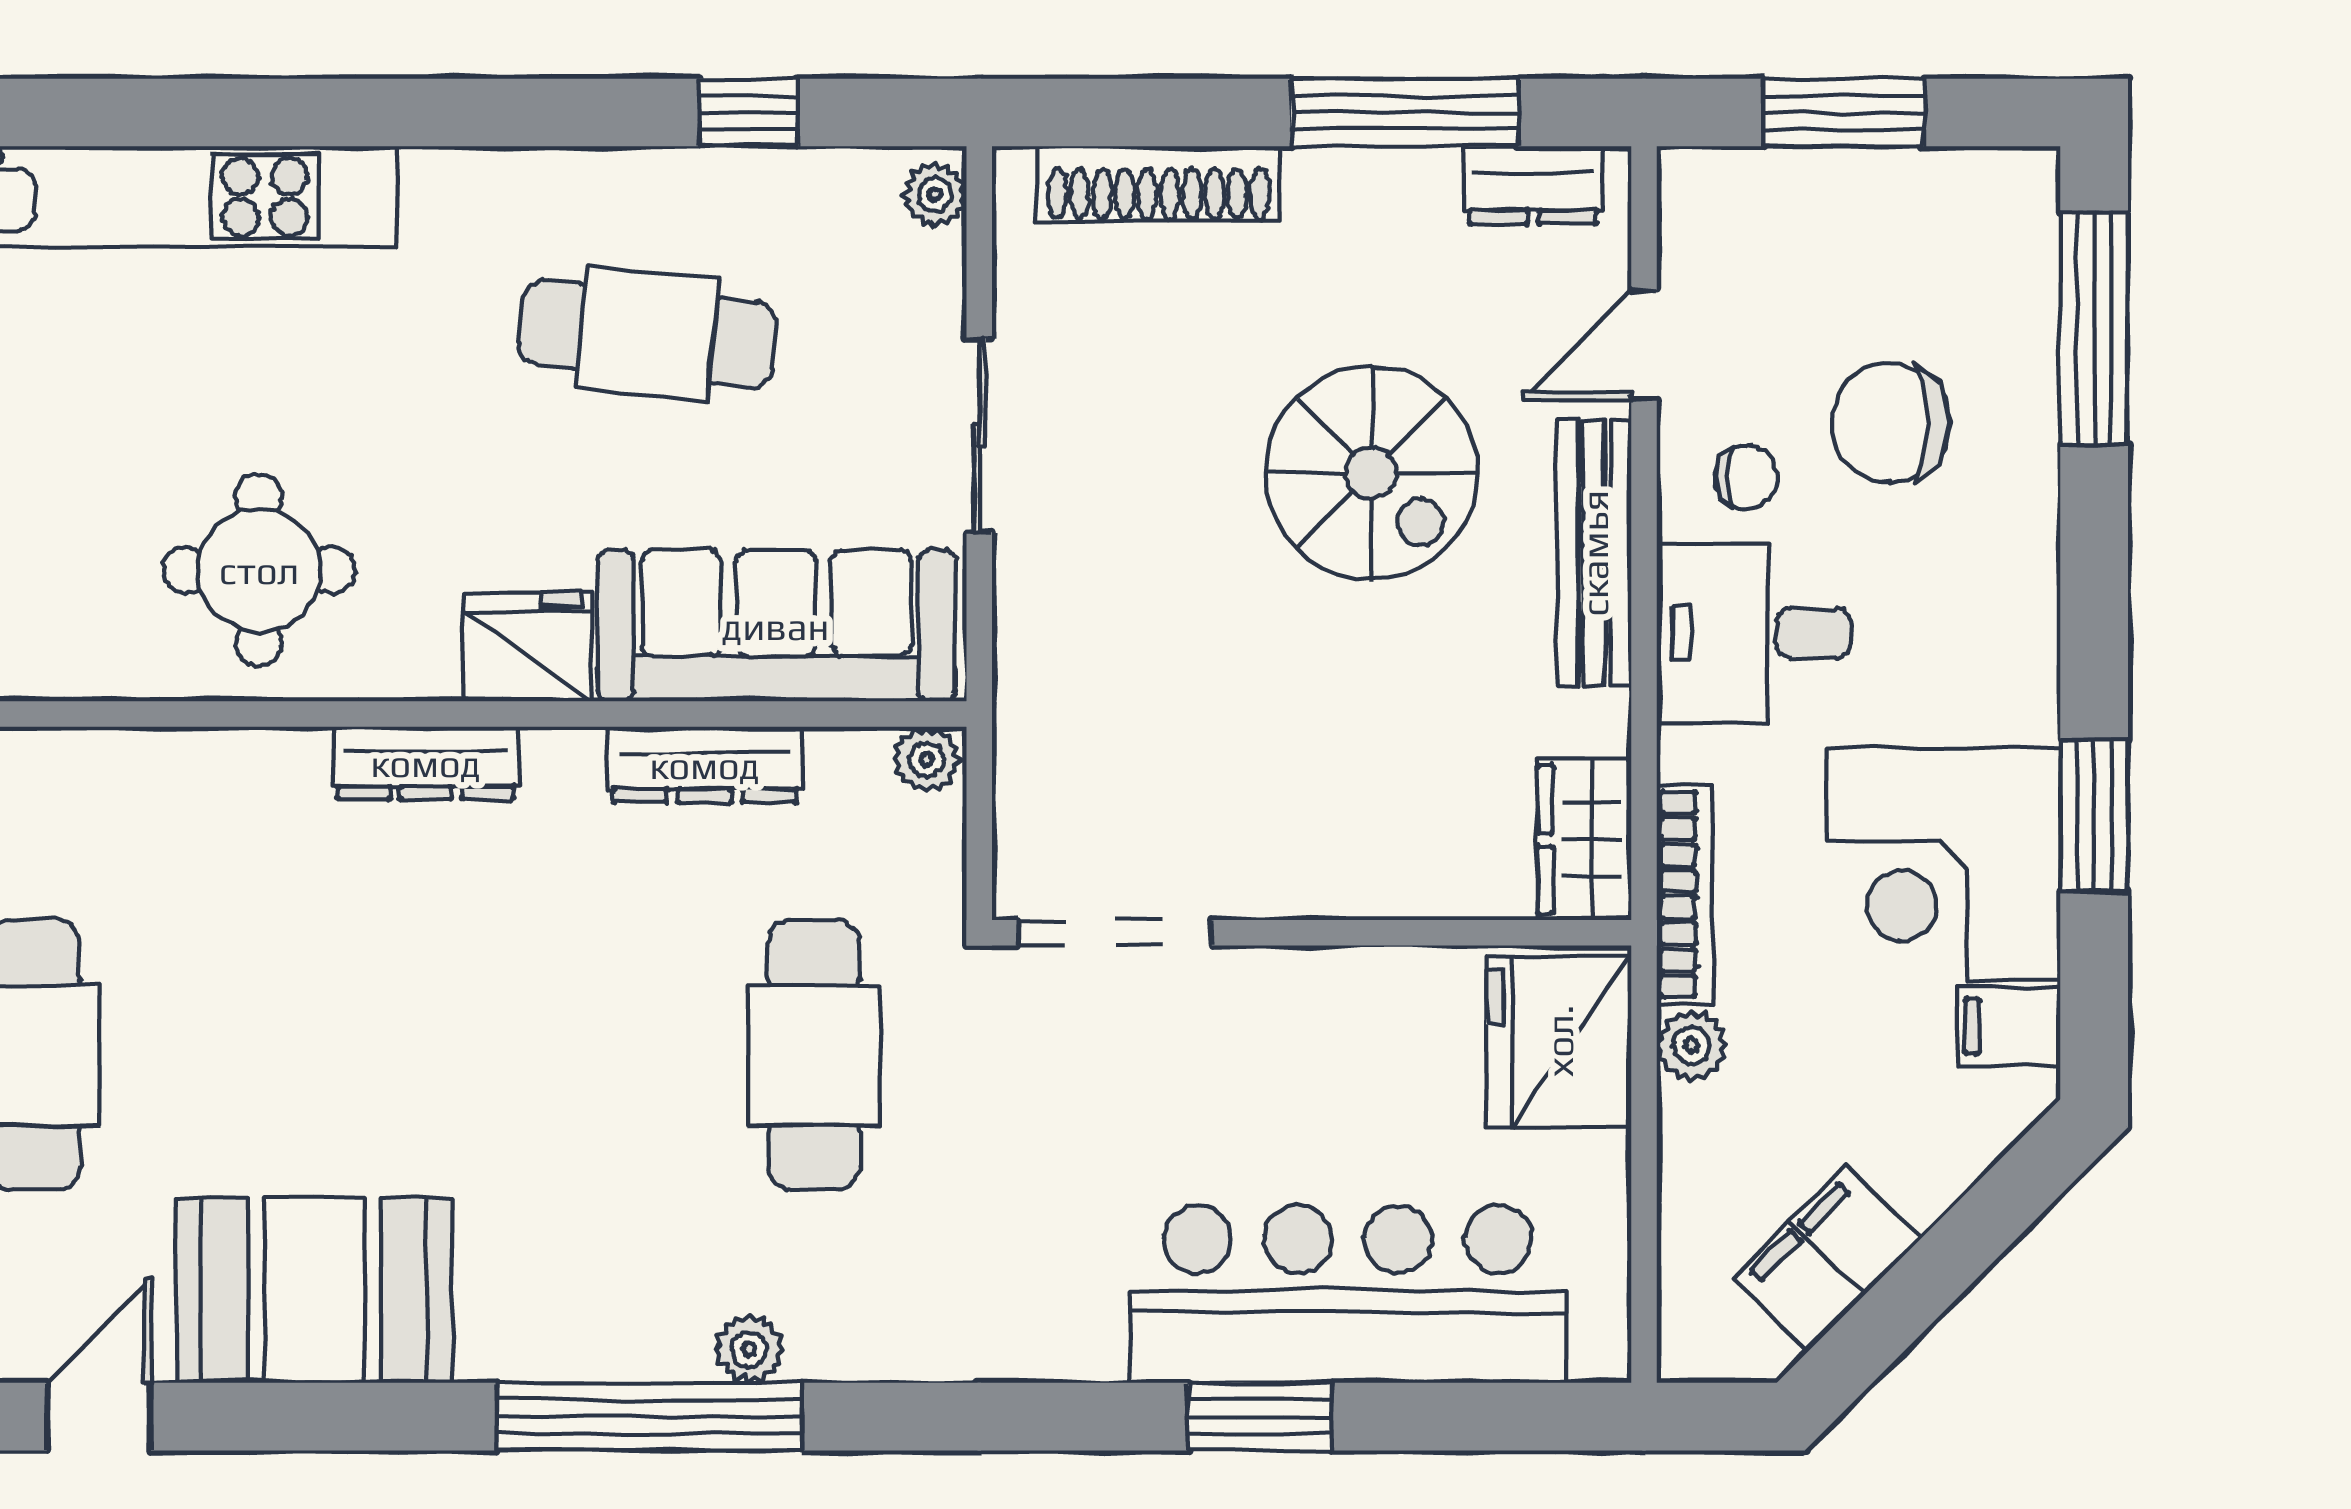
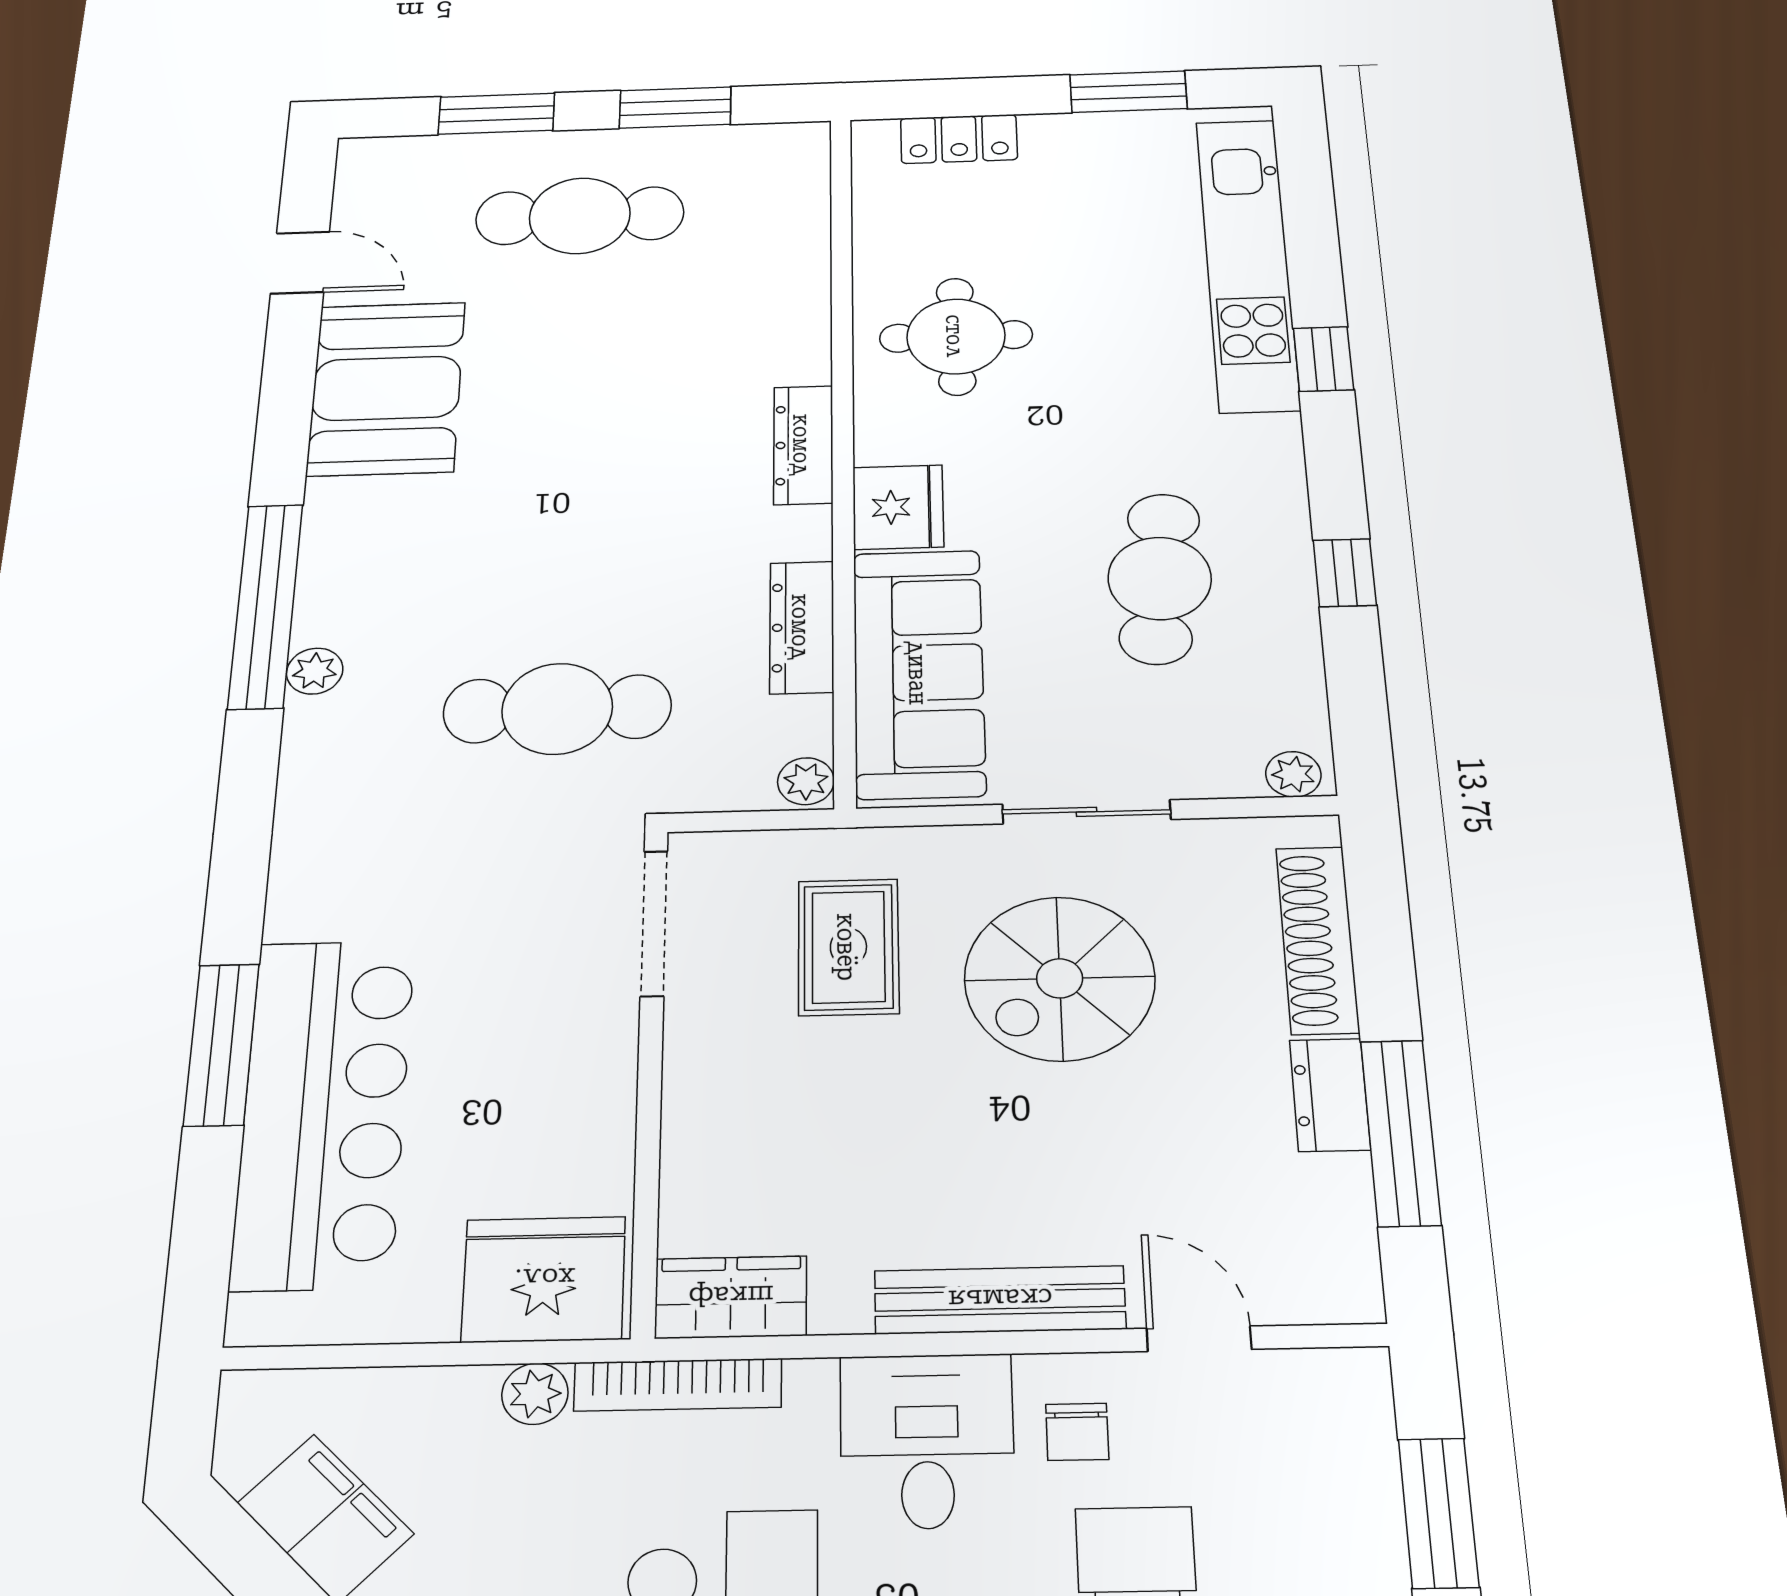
window: (315, 112) -> (1323, 359), added
window: (749, 112) -> (1345, 573), moved
dresser: (1533, 185) -> (1330, 1095), moved
spiral stairs: (1371, 473) -> (1060, 978), moved
rug: (1153, 711) -> (848, 947), added
window: (1260, 1417) -> (221, 1044), width x1.44

